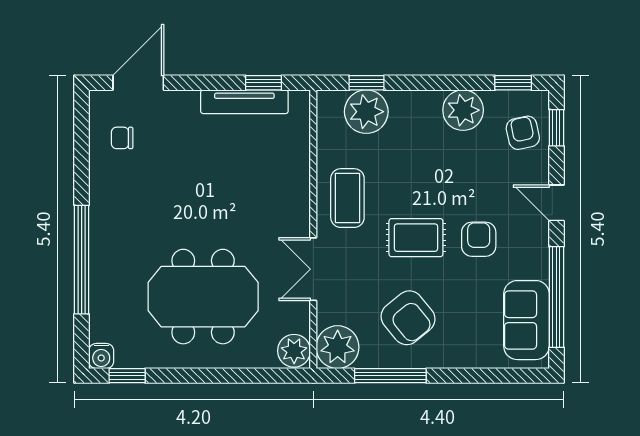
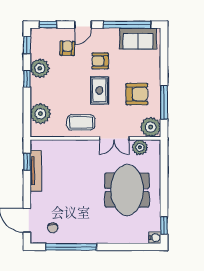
window: (366, 83) -> (27, 79), moved
armchair: (523, 133) -> (67, 48), moved, turned 104
window: (82, 260) -> (71, 247), moved
armchair: (408, 318) -> (137, 94), turned 39
plant: (294, 351) -> (140, 147), moved

